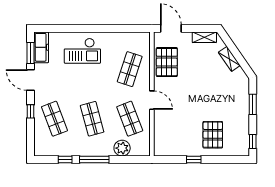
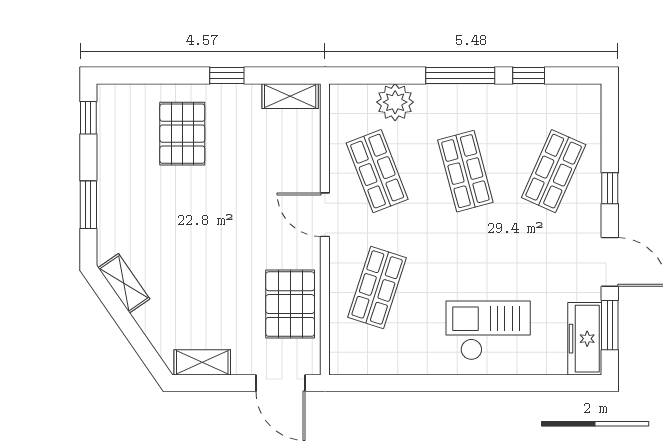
shelving: (229, 59) -> (124, 283), moved
shop shelf: (54, 119) -> (554, 171), turned 45
shelving: (167, 151) -> (290, 96), added

